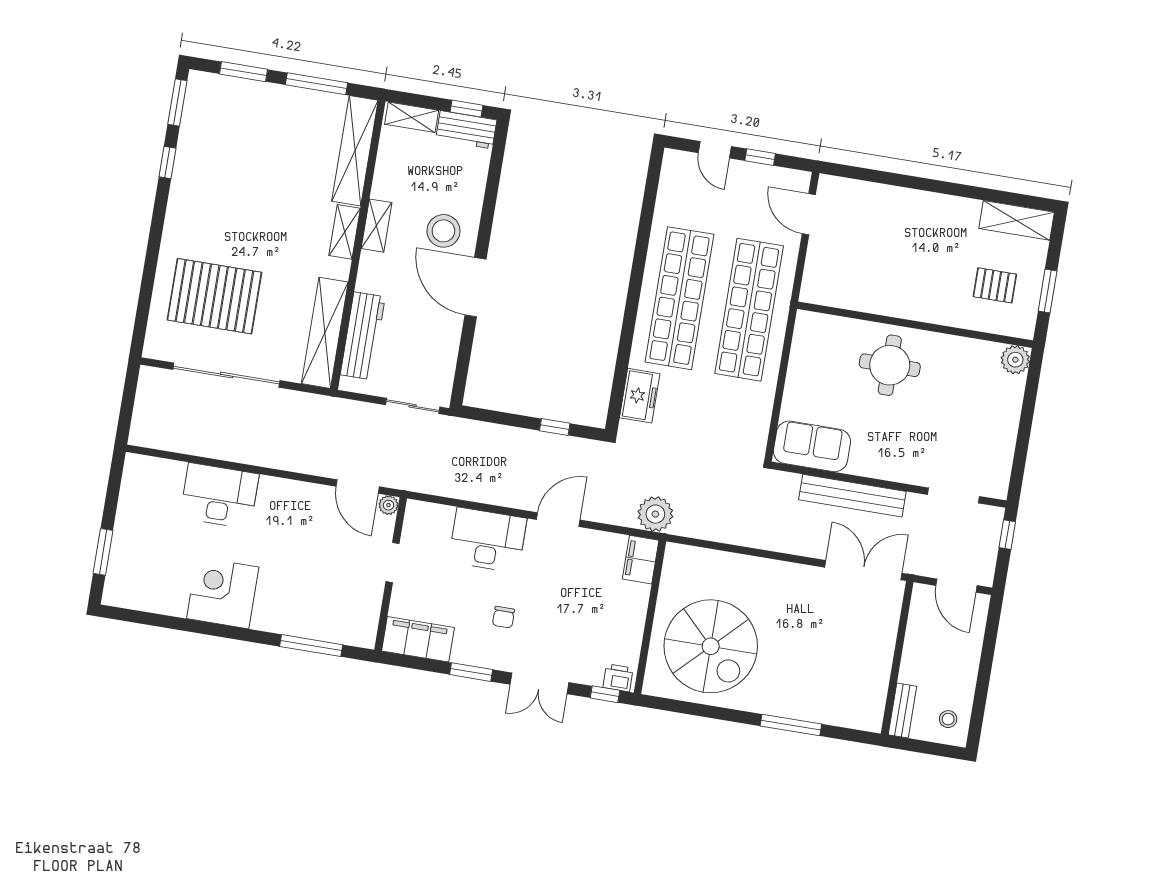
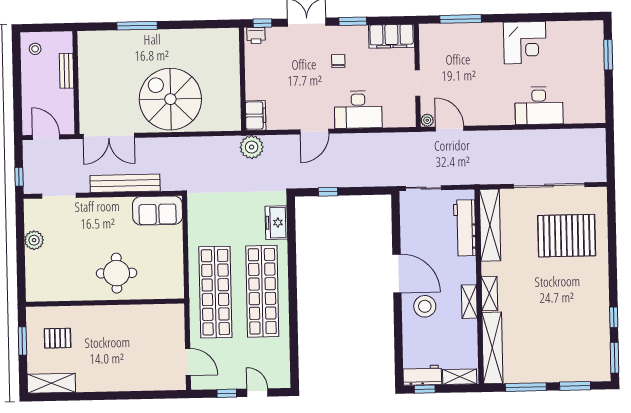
plant: (1015, 360) -> (34, 240), moved
spiral stairs: (711, 646) -> (170, 99), moved
bench: (902, 711) -> (66, 71), moved

